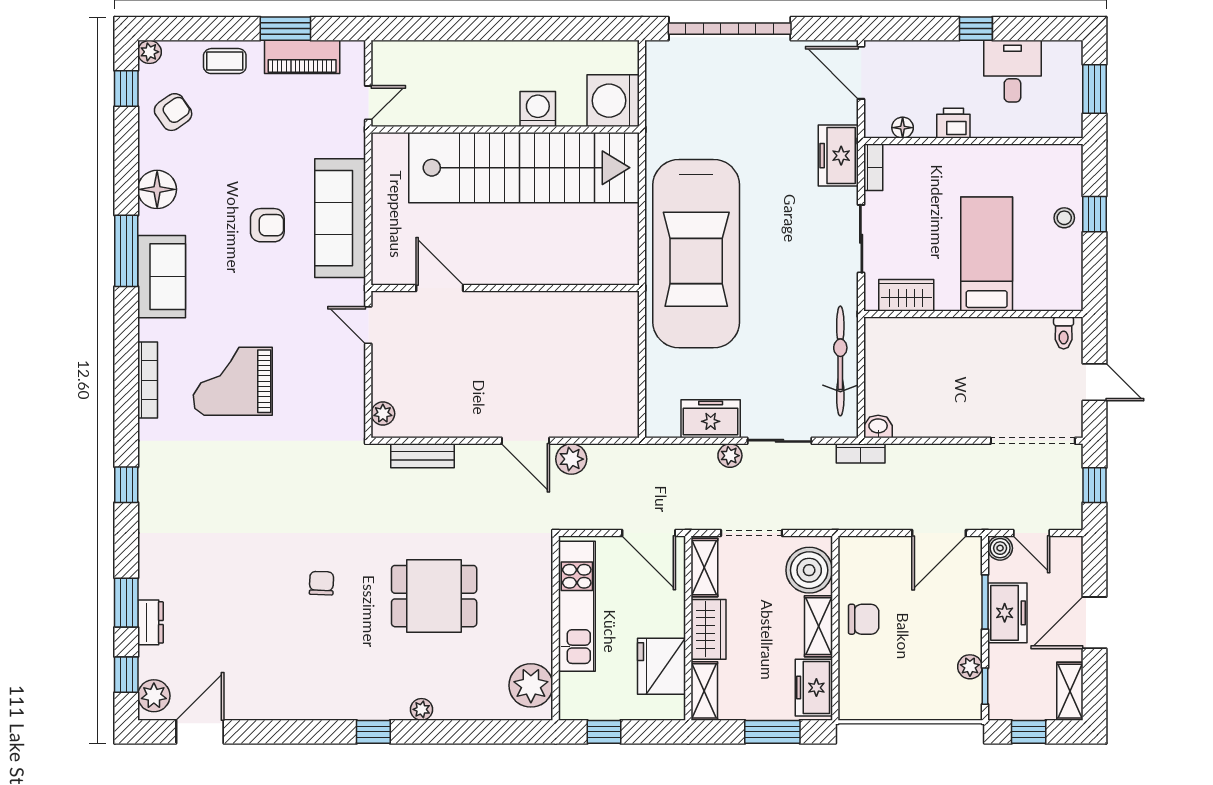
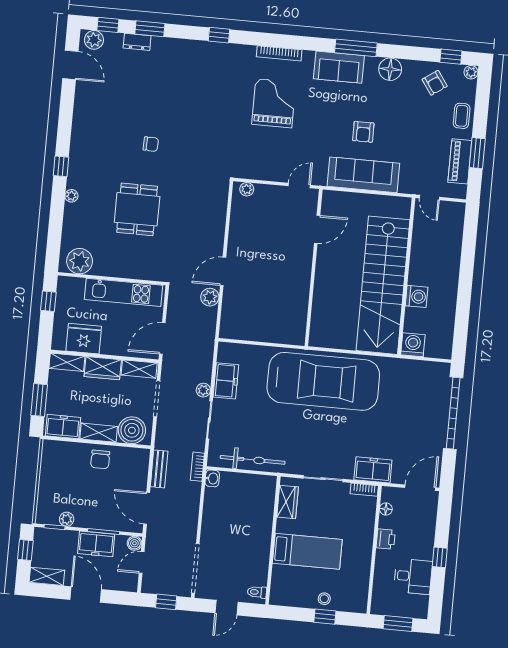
washing machine: (613, 101) -> (413, 345), width x0.73, depth x0.73
car: (696, 254) -> (323, 381), turned 180
bench: (423, 456) -> (159, 469), moved

